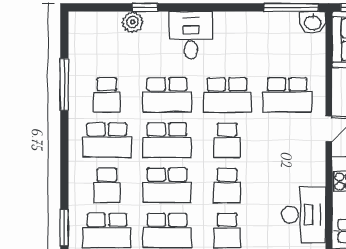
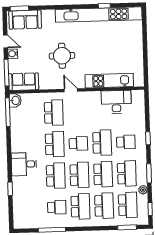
plant: (133, 22) -> (18, 195), removed
school desk: (107, 185) -> (104, 206), width x1.85
school desk: (227, 185) -> (102, 143), width x1.85

